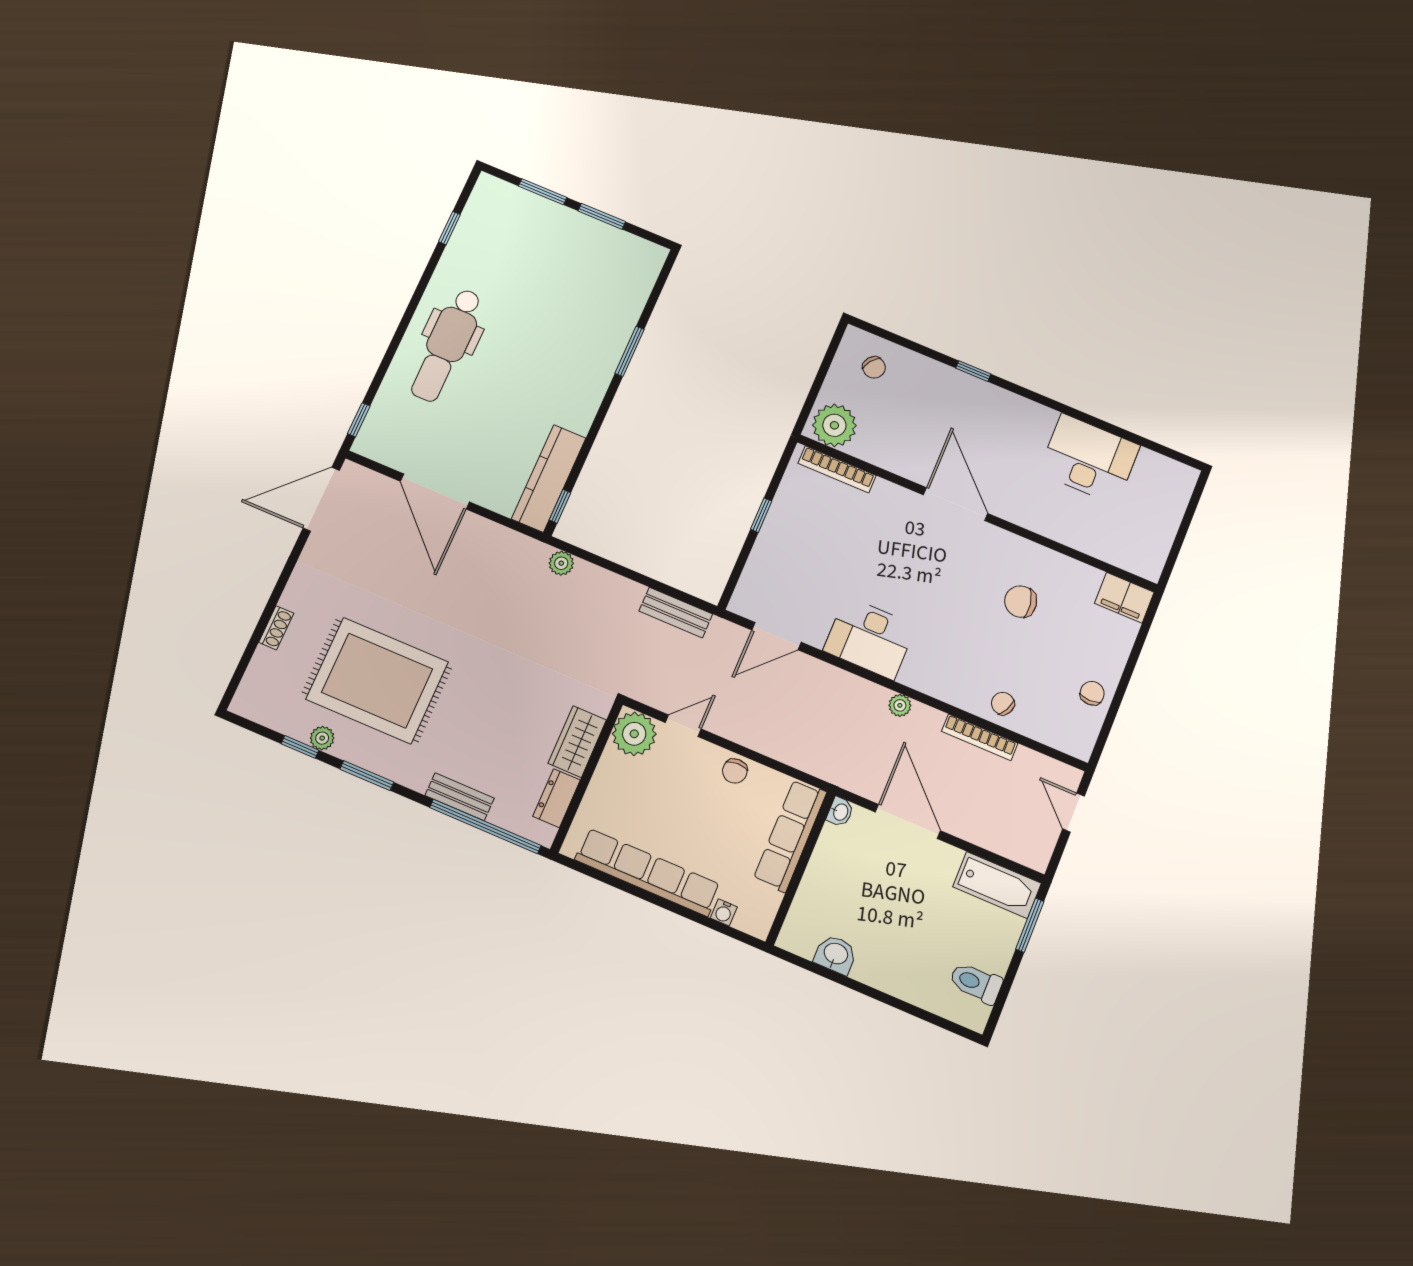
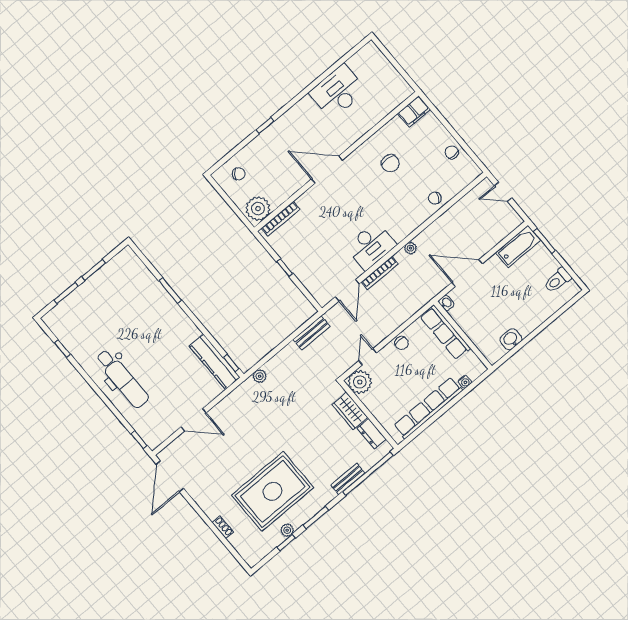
door: (435, 492) -> (194, 420), width x0.73
chair: (1021, 602) -> (390, 163), turned -76
bookcase: (980, 737) -> (380, 273), moved

